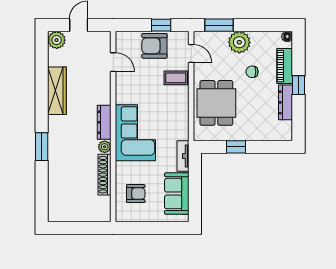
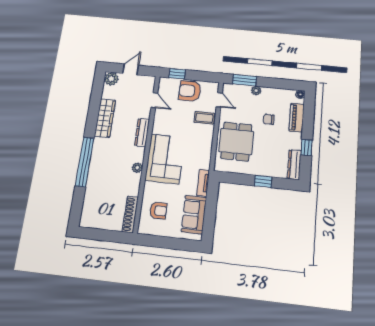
window: (161, 25) -> (177, 74), moved
plant: (239, 42) -> (256, 91), width x0.53, depth x0.53
window: (299, 85) -> (307, 148), moved
dresser: (286, 102) -> (294, 165), moved
dresser: (104, 122) -> (142, 133), moved
window: (42, 147) -> (85, 162), width x2.11
window: (236, 147) -> (263, 181), moved
shoe rack: (104, 175) -> (130, 214), moved

